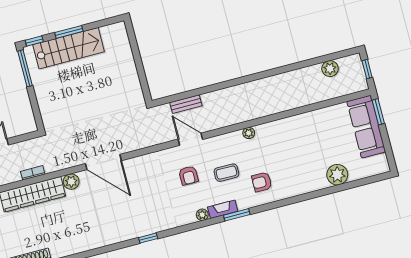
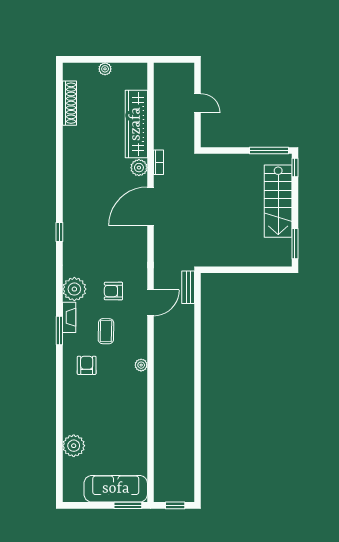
window: (69, 32) -> (295, 244), moved
plant: (330, 69) -> (186, 467), removed
bench: (186, 104) -> (188, 287), moved
bookcase: (33, 173) -> (159, 162), moved
plant: (202, 215) -> (74, 289), width x1.87, depth x1.87

